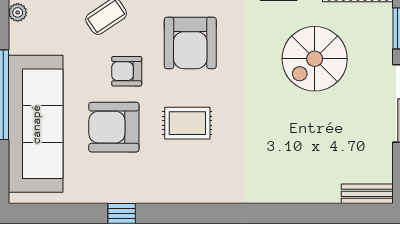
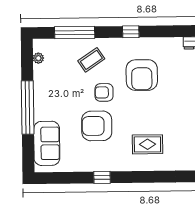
rug: (187, 123) -> (147, 144), moved
sofa: (36, 124) -> (47, 143), width x0.54, depth x0.79

